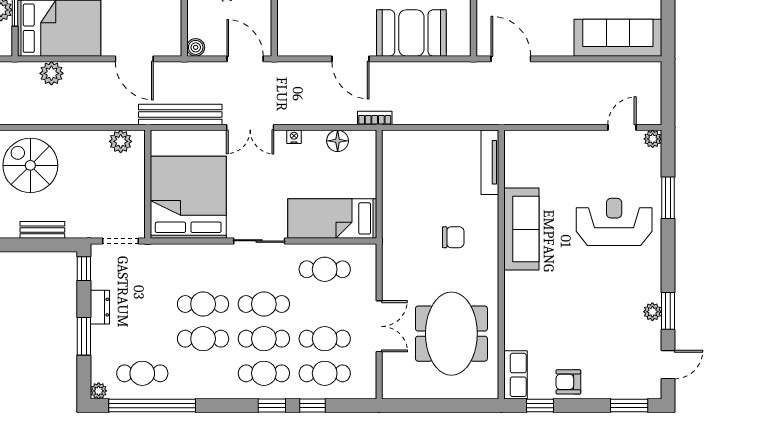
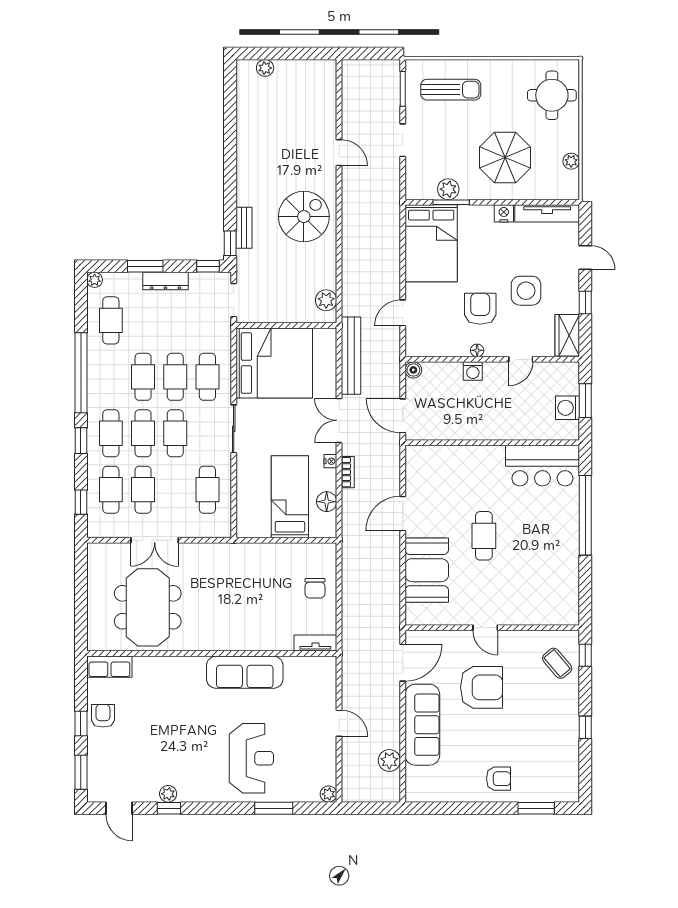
sofa: (618, 38) -> (422, 725), moved
door: (134, 59) -> (403, 313), width x0.73
door: (245, 59) -> (403, 416), swing flipped
plant: (51, 73) -> (389, 760), moved
bookcase: (375, 118) -> (348, 472), moved
door: (622, 127) -> (339, 723), moved
tv unit: (490, 162) -> (315, 643), width x0.71
bed: (332, 218) -> (290, 497), moved
chair: (453, 237) -> (315, 588), moved
window: (59, 245) -> (230, 243), added
cafe table: (203, 269) -> (207, 377), added
dresser: (100, 307) -> (165, 281), width x1.44
window: (668, 311) -> (169, 808), width x0.67
meeting table: (451, 334) -> (148, 607), turned 90
window: (152, 406) -> (81, 373), moved
window: (313, 406) -> (81, 502), moved
window: (540, 406) -> (81, 723), moved

